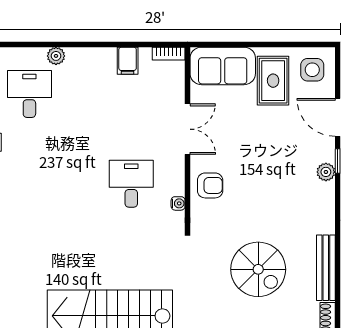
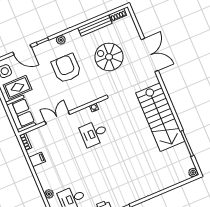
door: (338, 117) -> (22, 50), hinge flipped
plant: (326, 172) -> (61, 40), moved
armchair: (210, 185) -> (66, 68), moved, width x1.88, depth x1.88
spiral stairs: (258, 269) -> (109, 57), turned -90

